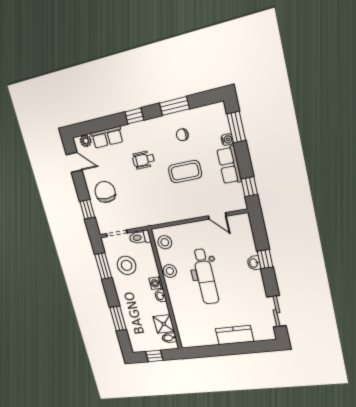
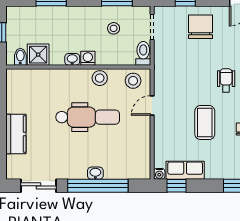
water cooler: (227, 140) -> (159, 174), moved
row of seats: (229, 165) -> (185, 170), moved
chair: (105, 192) -> (200, 27), turned -90
door: (217, 216) -> (152, 105), moved
window: (265, 259) -> (98, 186), width x3.17
stool: (127, 265) -> (114, 28), width x0.53, depth x0.53
dental chair: (205, 277) -> (88, 117), turned 180

